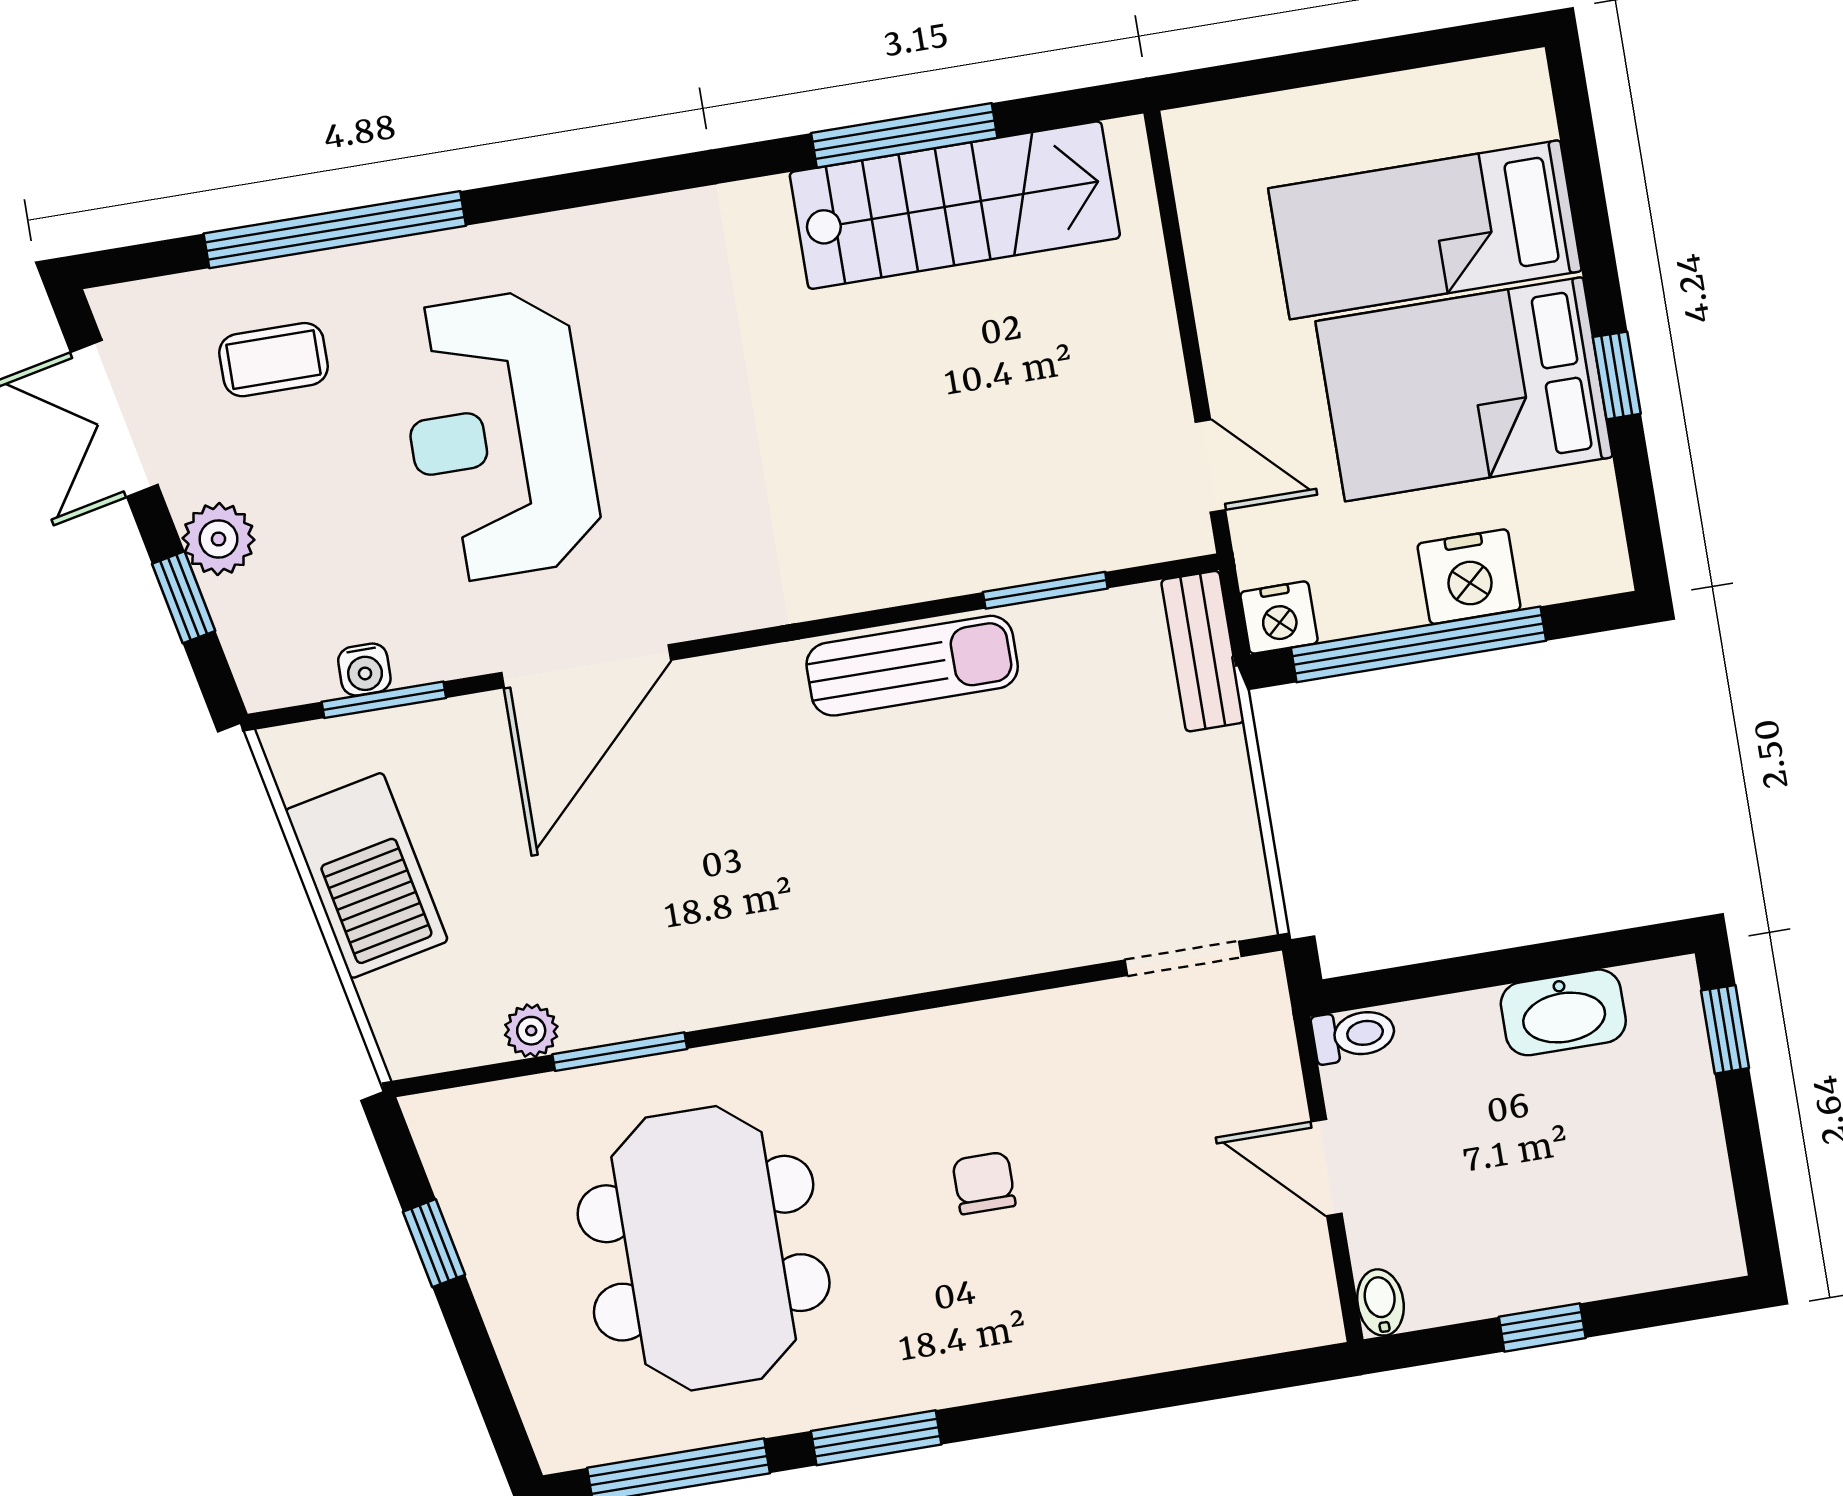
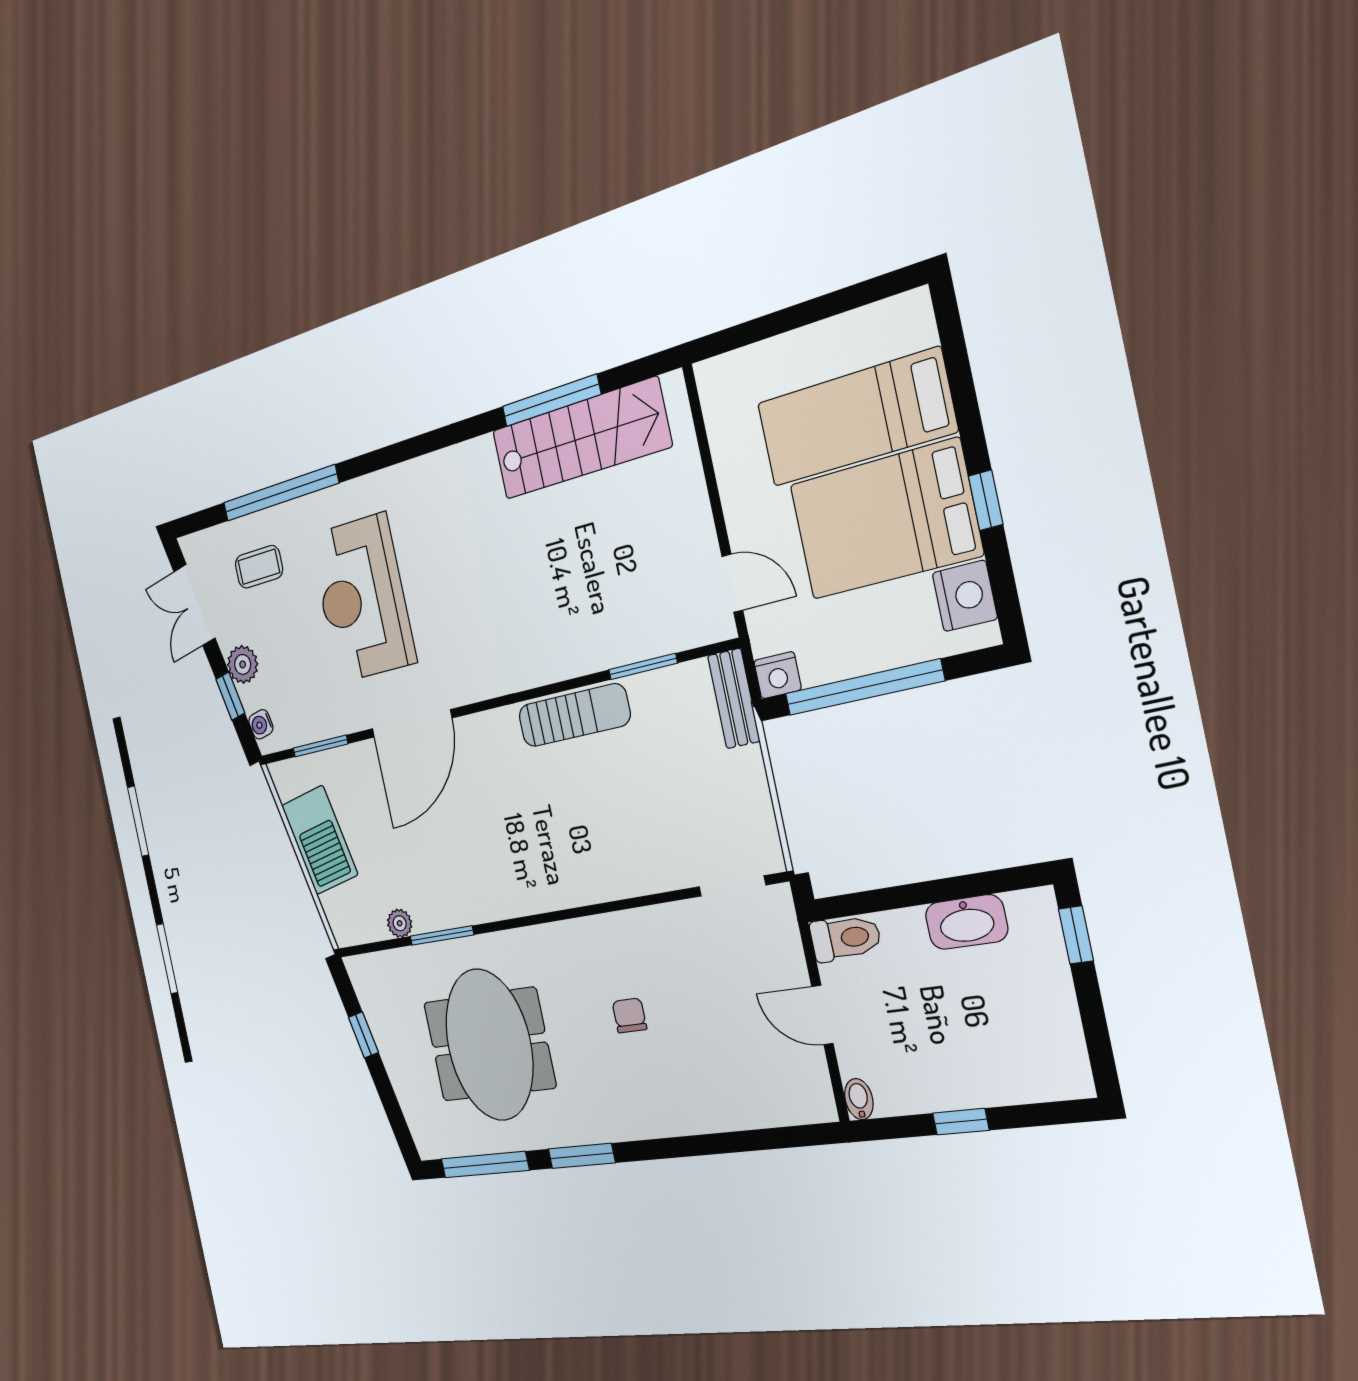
nightstand: (1469, 577) -> (965, 596), moved, turned -90
water cooler: (364, 670) -> (261, 724), moved, turned 78
toilet: (1354, 1035) -> (845, 938), width x1.37, depth x1.39

